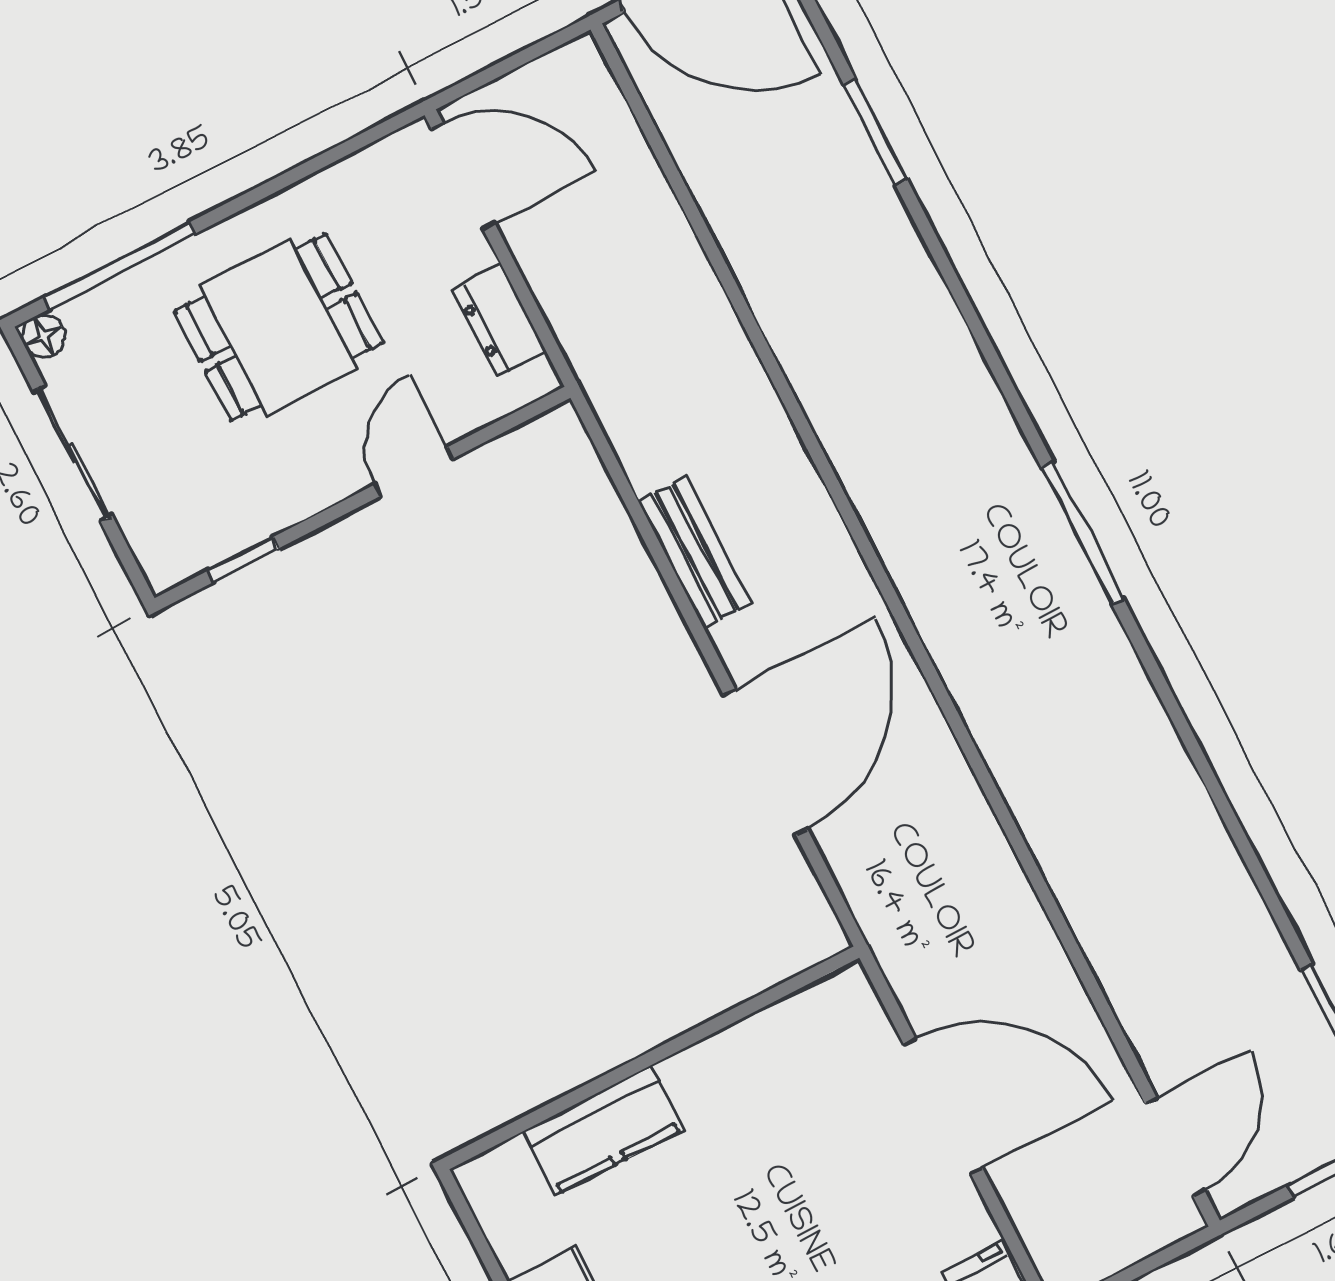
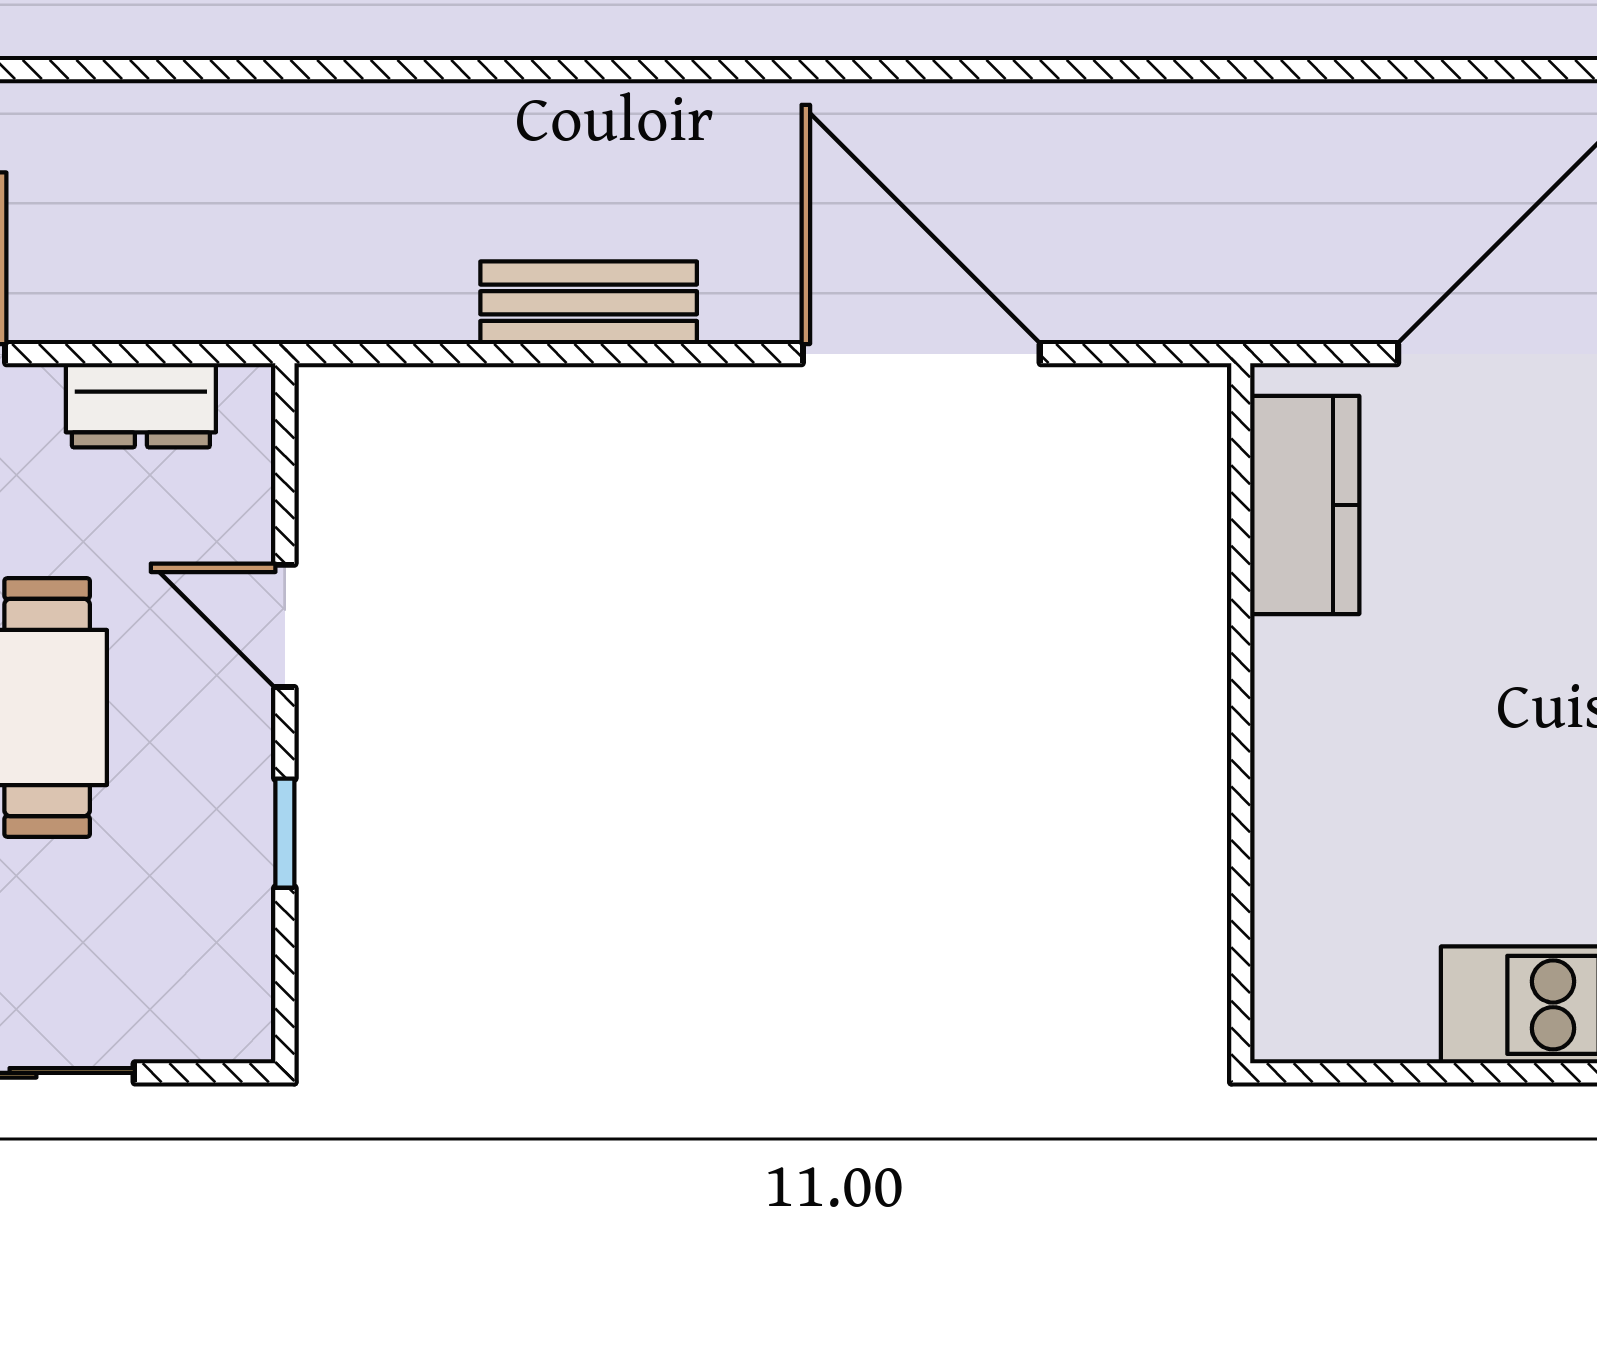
window: (243, 560) -> (285, 833), moved
kitchen counter: (604, 1130) -> (1305, 505), moved

